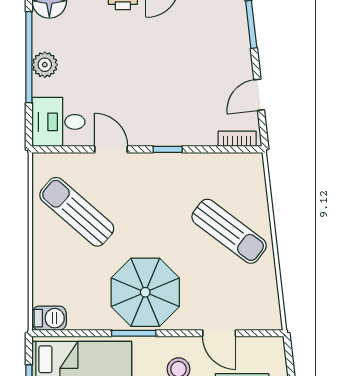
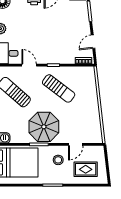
sun lounger: (229, 231) -> (59, 88), moved
door: (219, 333) -> (76, 144), hinge flipped

